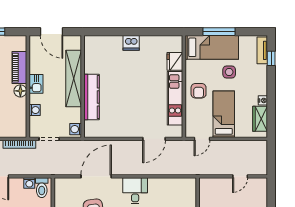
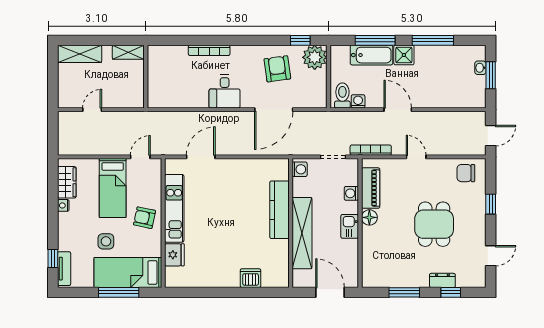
dishwasher: (131, 43) -> (251, 278), moved
piano: (19, 68) -> (371, 188), moved
armchair: (199, 91) -> (144, 218), turned -78

